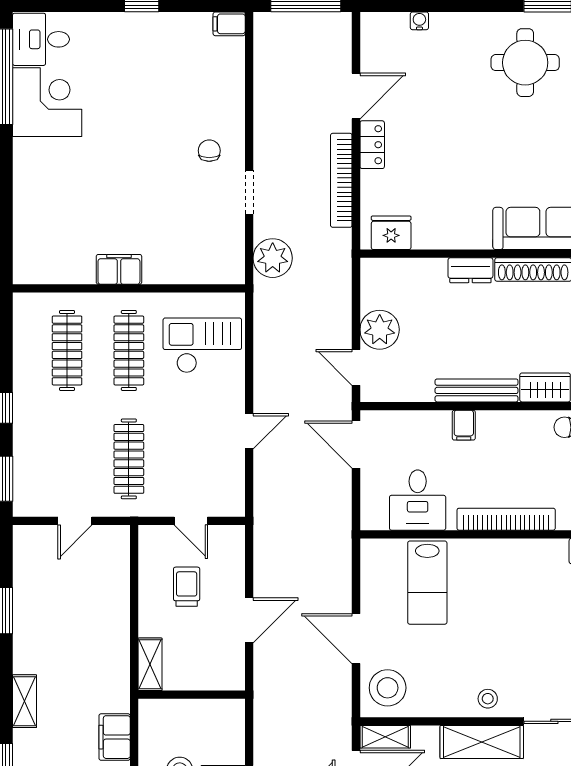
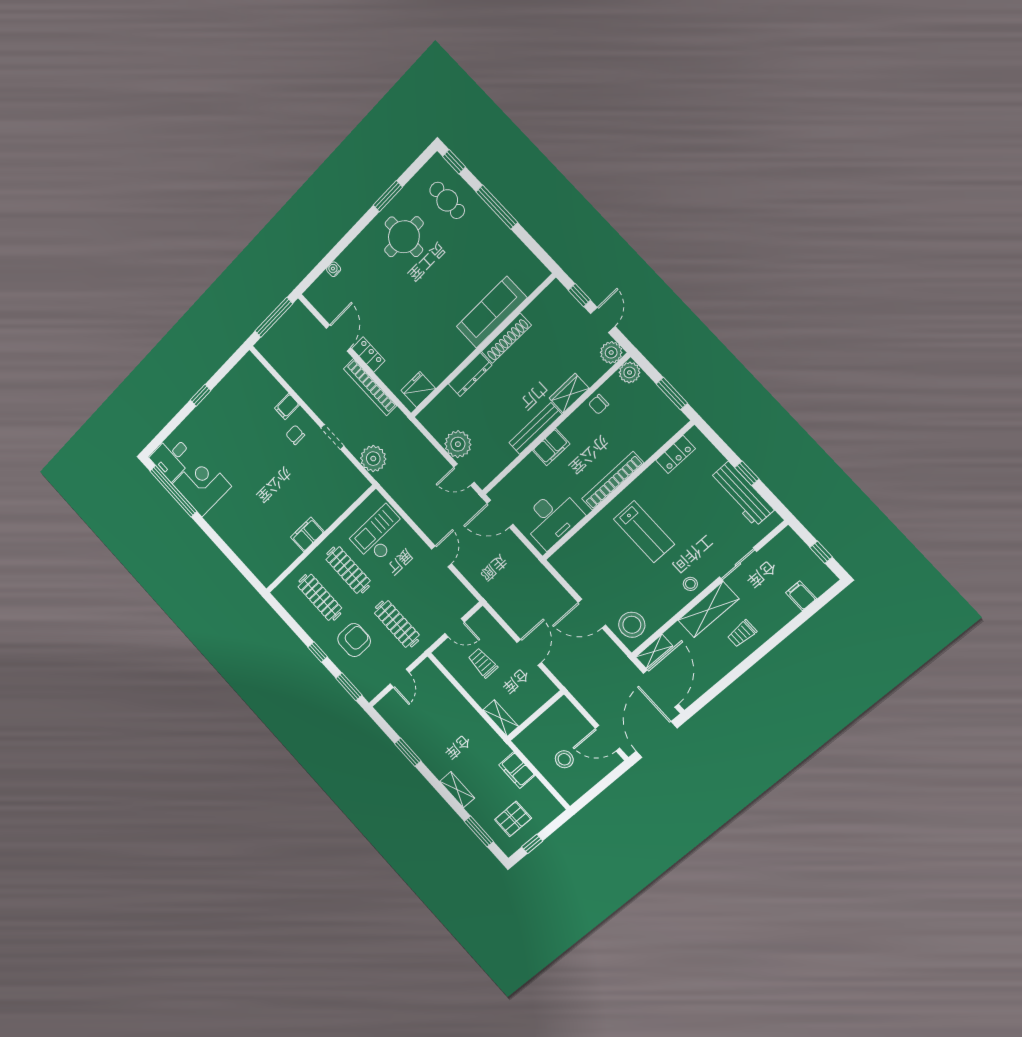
filing cabinet: (229, 24) -> (287, 406), moved
dresser: (470, 270) -> (470, 375), width x1.44
filing cabinet: (464, 425) -> (551, 447), width x2.00
armchair: (62, 433) -> (354, 640), added
desk: (418, 500) -> (552, 518), width x1.37
lab bench: (427, 583) -> (644, 532), moved

